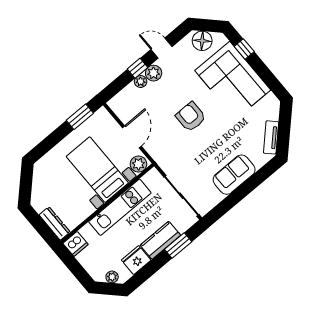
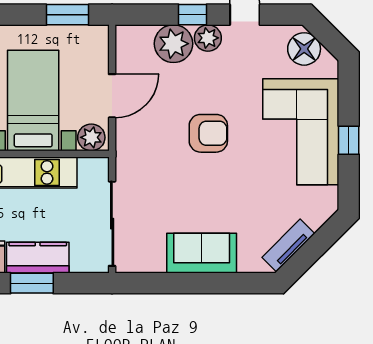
window: (244, 49) -> (349, 140), moved
plant: (141, 82) -> (173, 44), width x1.87, depth x1.87
armchair: (191, 117) -> (208, 133), turned 90
window: (178, 245) -> (32, 283), moved

